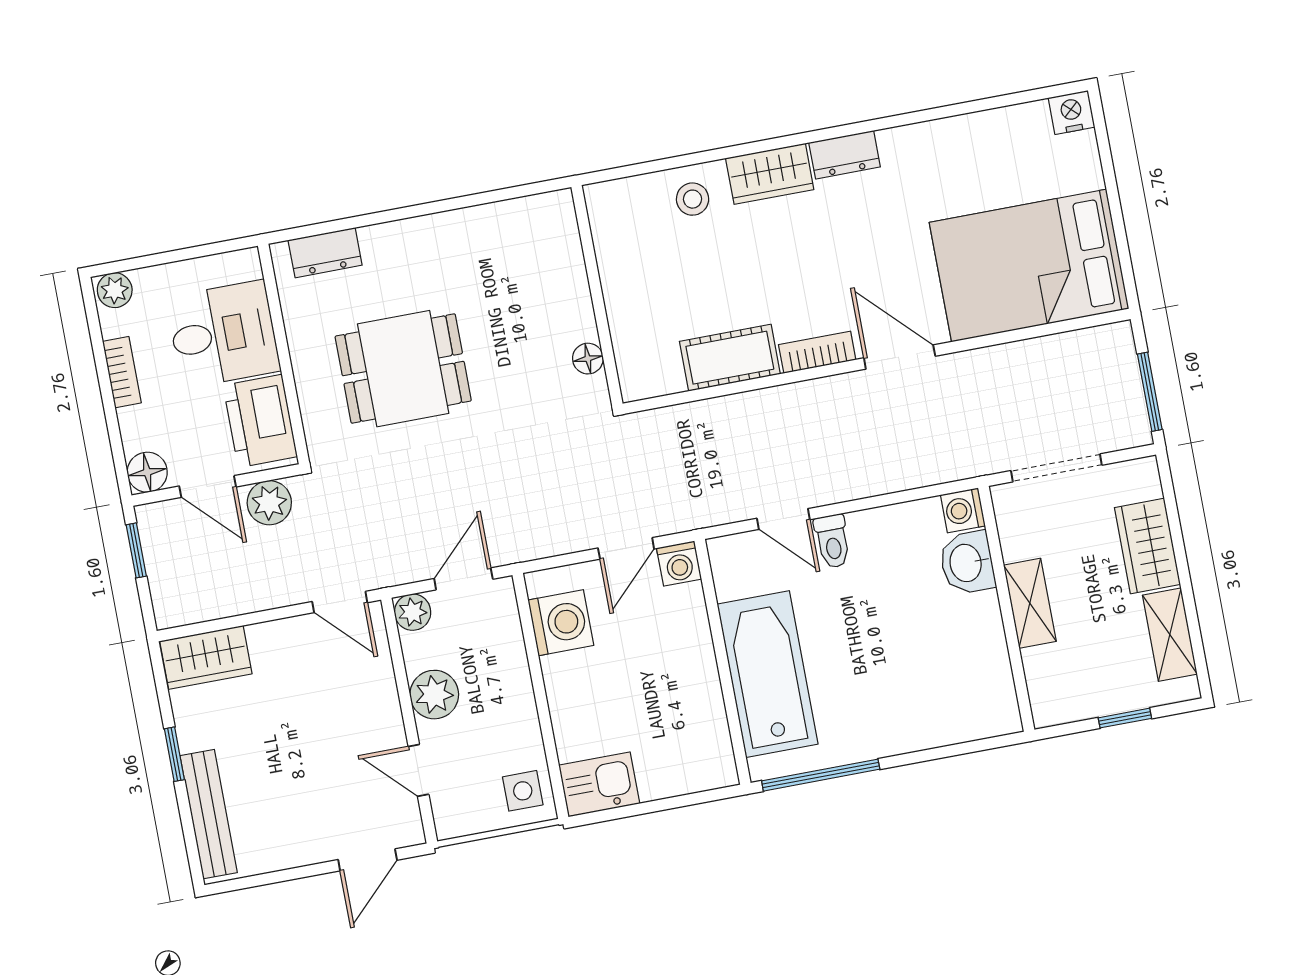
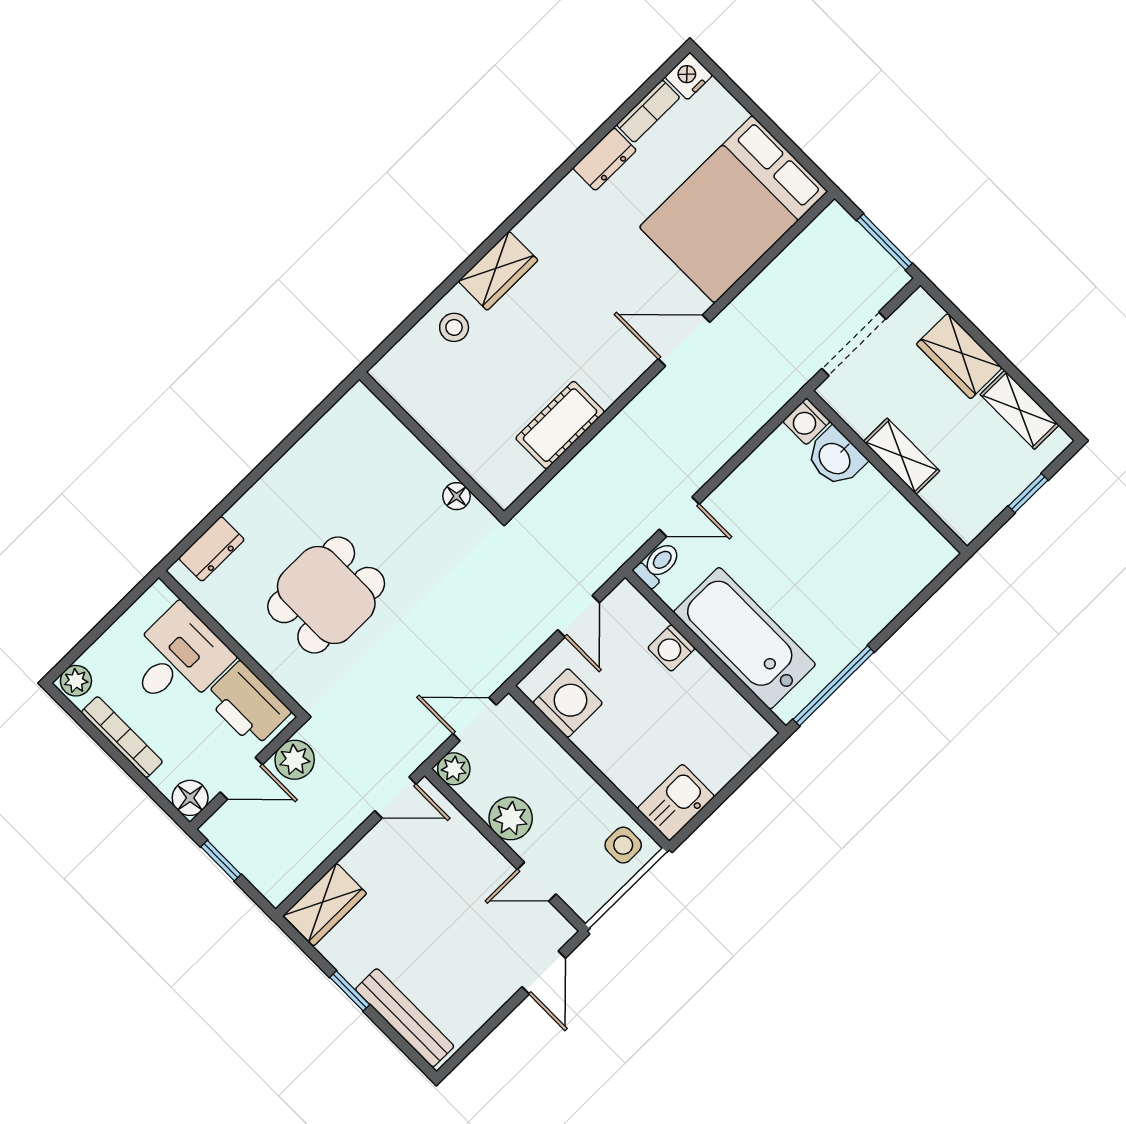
dresser: (845, 155) -> (605, 159), moved
bookcase: (817, 352) -> (648, 111), moved, turned 180
bookcase: (122, 372) -> (122, 737), width x1.56
toilet: (832, 541) -> (658, 564), moved, turned -90
washing machine: (679, 564) -> (671, 648), moved, turned 90
door: (463, 579) -> (475, 719), hinge flipped

